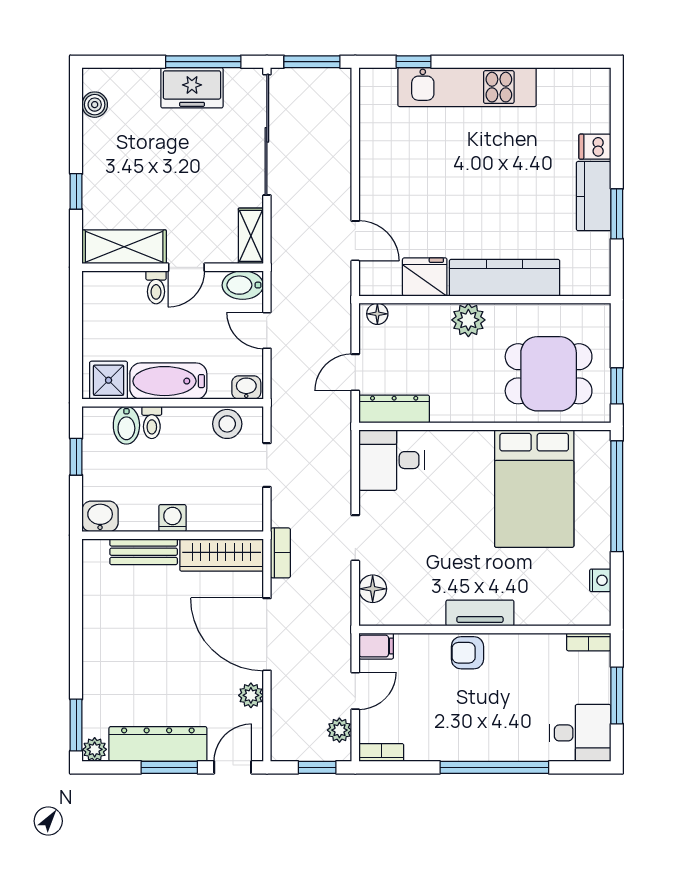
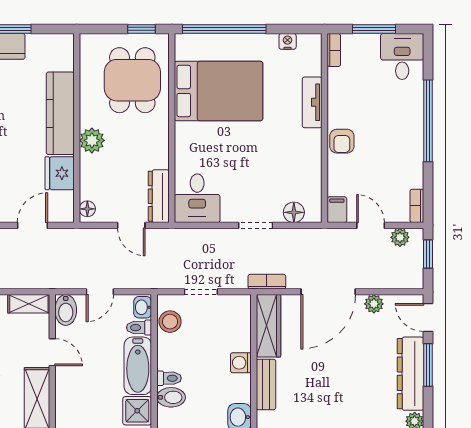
toilet: (156, 287) -> (139, 328), moved, turned 180
tv unit: (480, 613) -> (312, 102), moved

